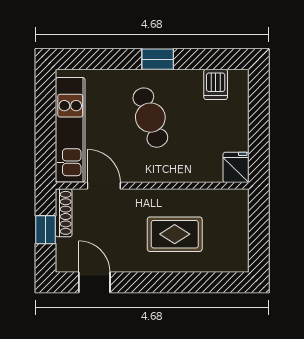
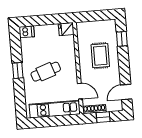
dishwasher: (216, 84) -> (27, 32), moved
door: (104, 186) -> (80, 91), swing flipped
window: (206, 282) -> (122, 39), added

